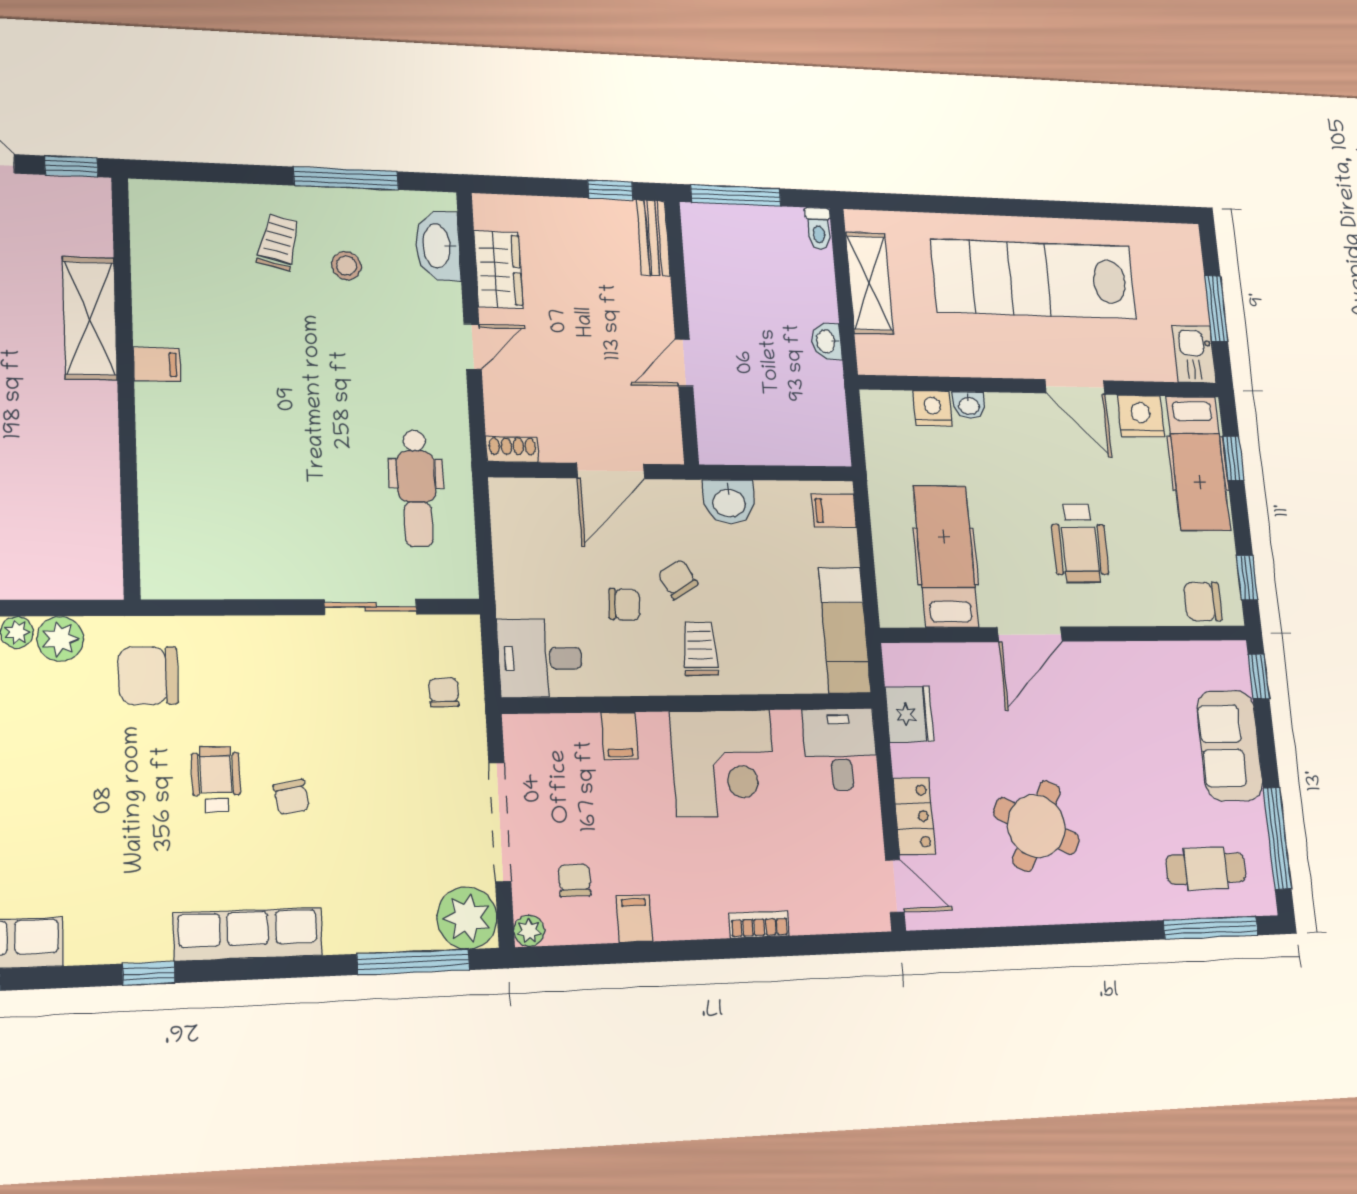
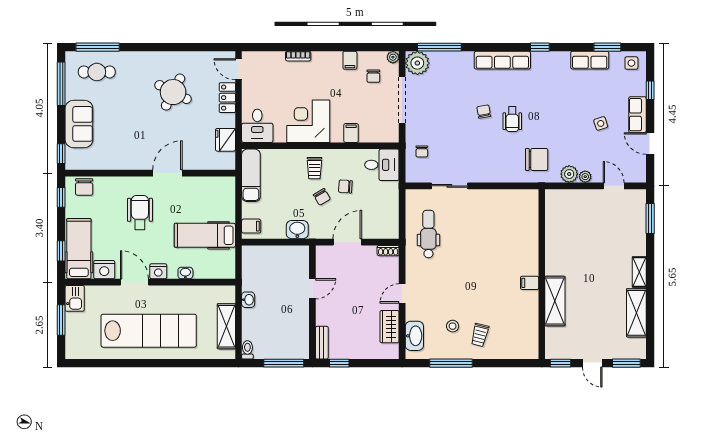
nightstand: (933, 408) -> (158, 271), moved
hospital bed: (946, 556) -> (205, 235), moved, turned 90
chair: (1203, 602) -> (84, 187), turned 90

